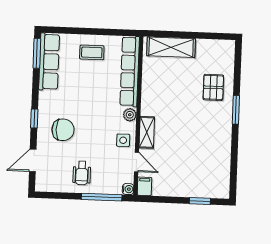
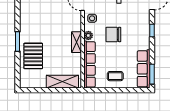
pallet: (213, 87) -> (33, 56), width x1.50, depth x1.42
chair: (63, 130) -> (113, 34), moved
shelving: (147, 132) -> (76, 42), moved

